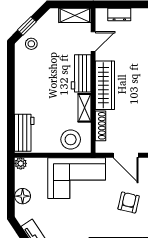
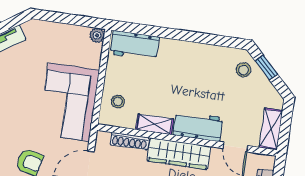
stool: (71, 139) -> (118, 101), width x0.53, depth x0.53
floor lamp: (23, 196) -> (56, 32), removed

